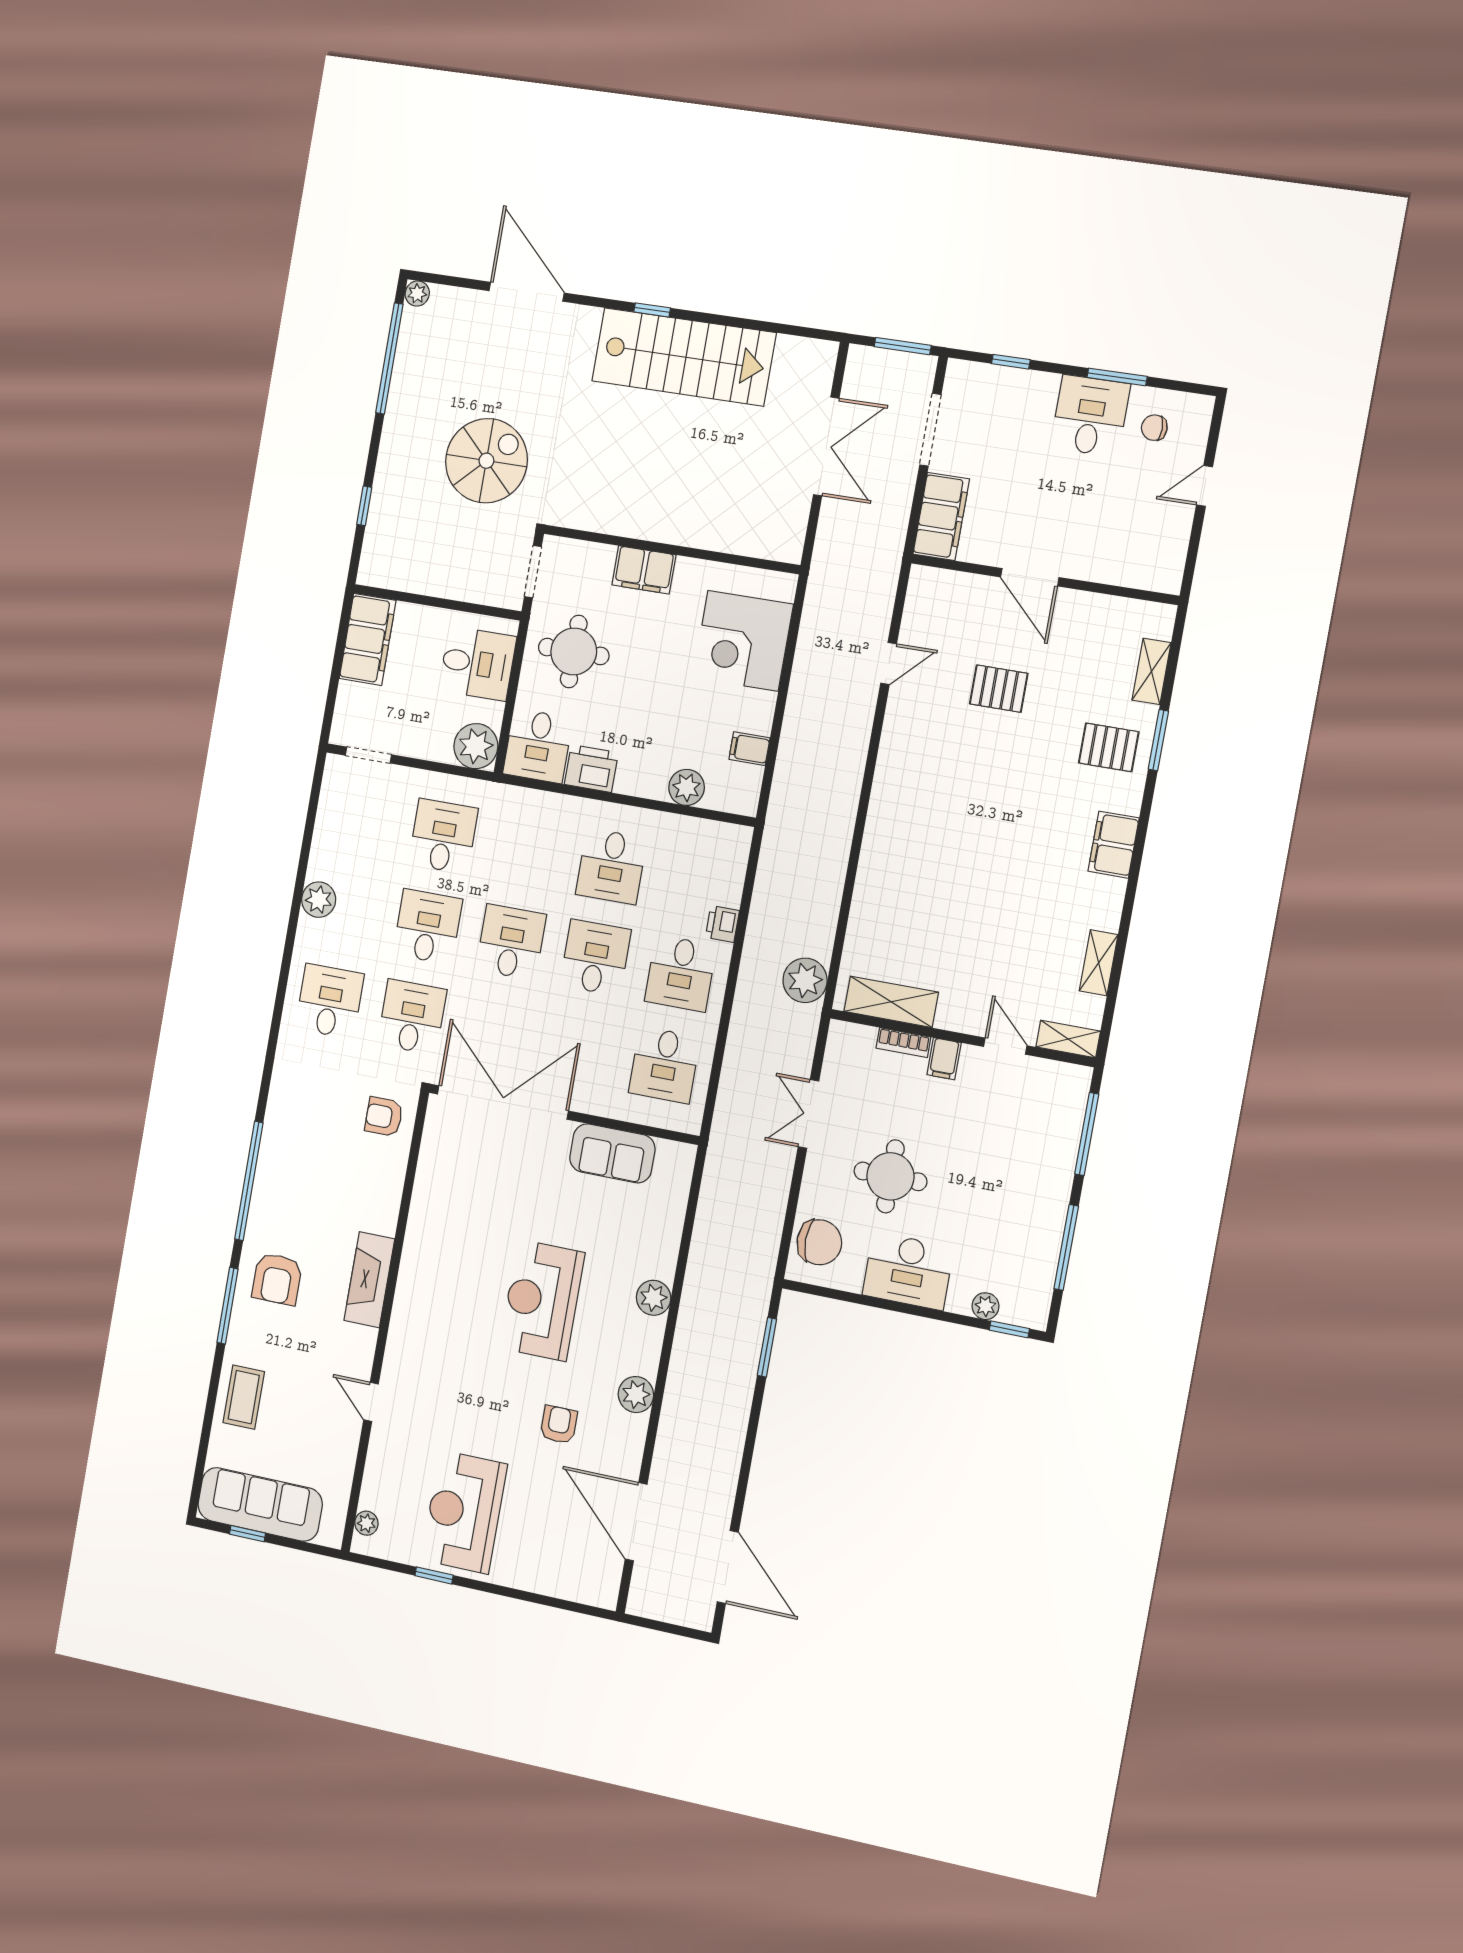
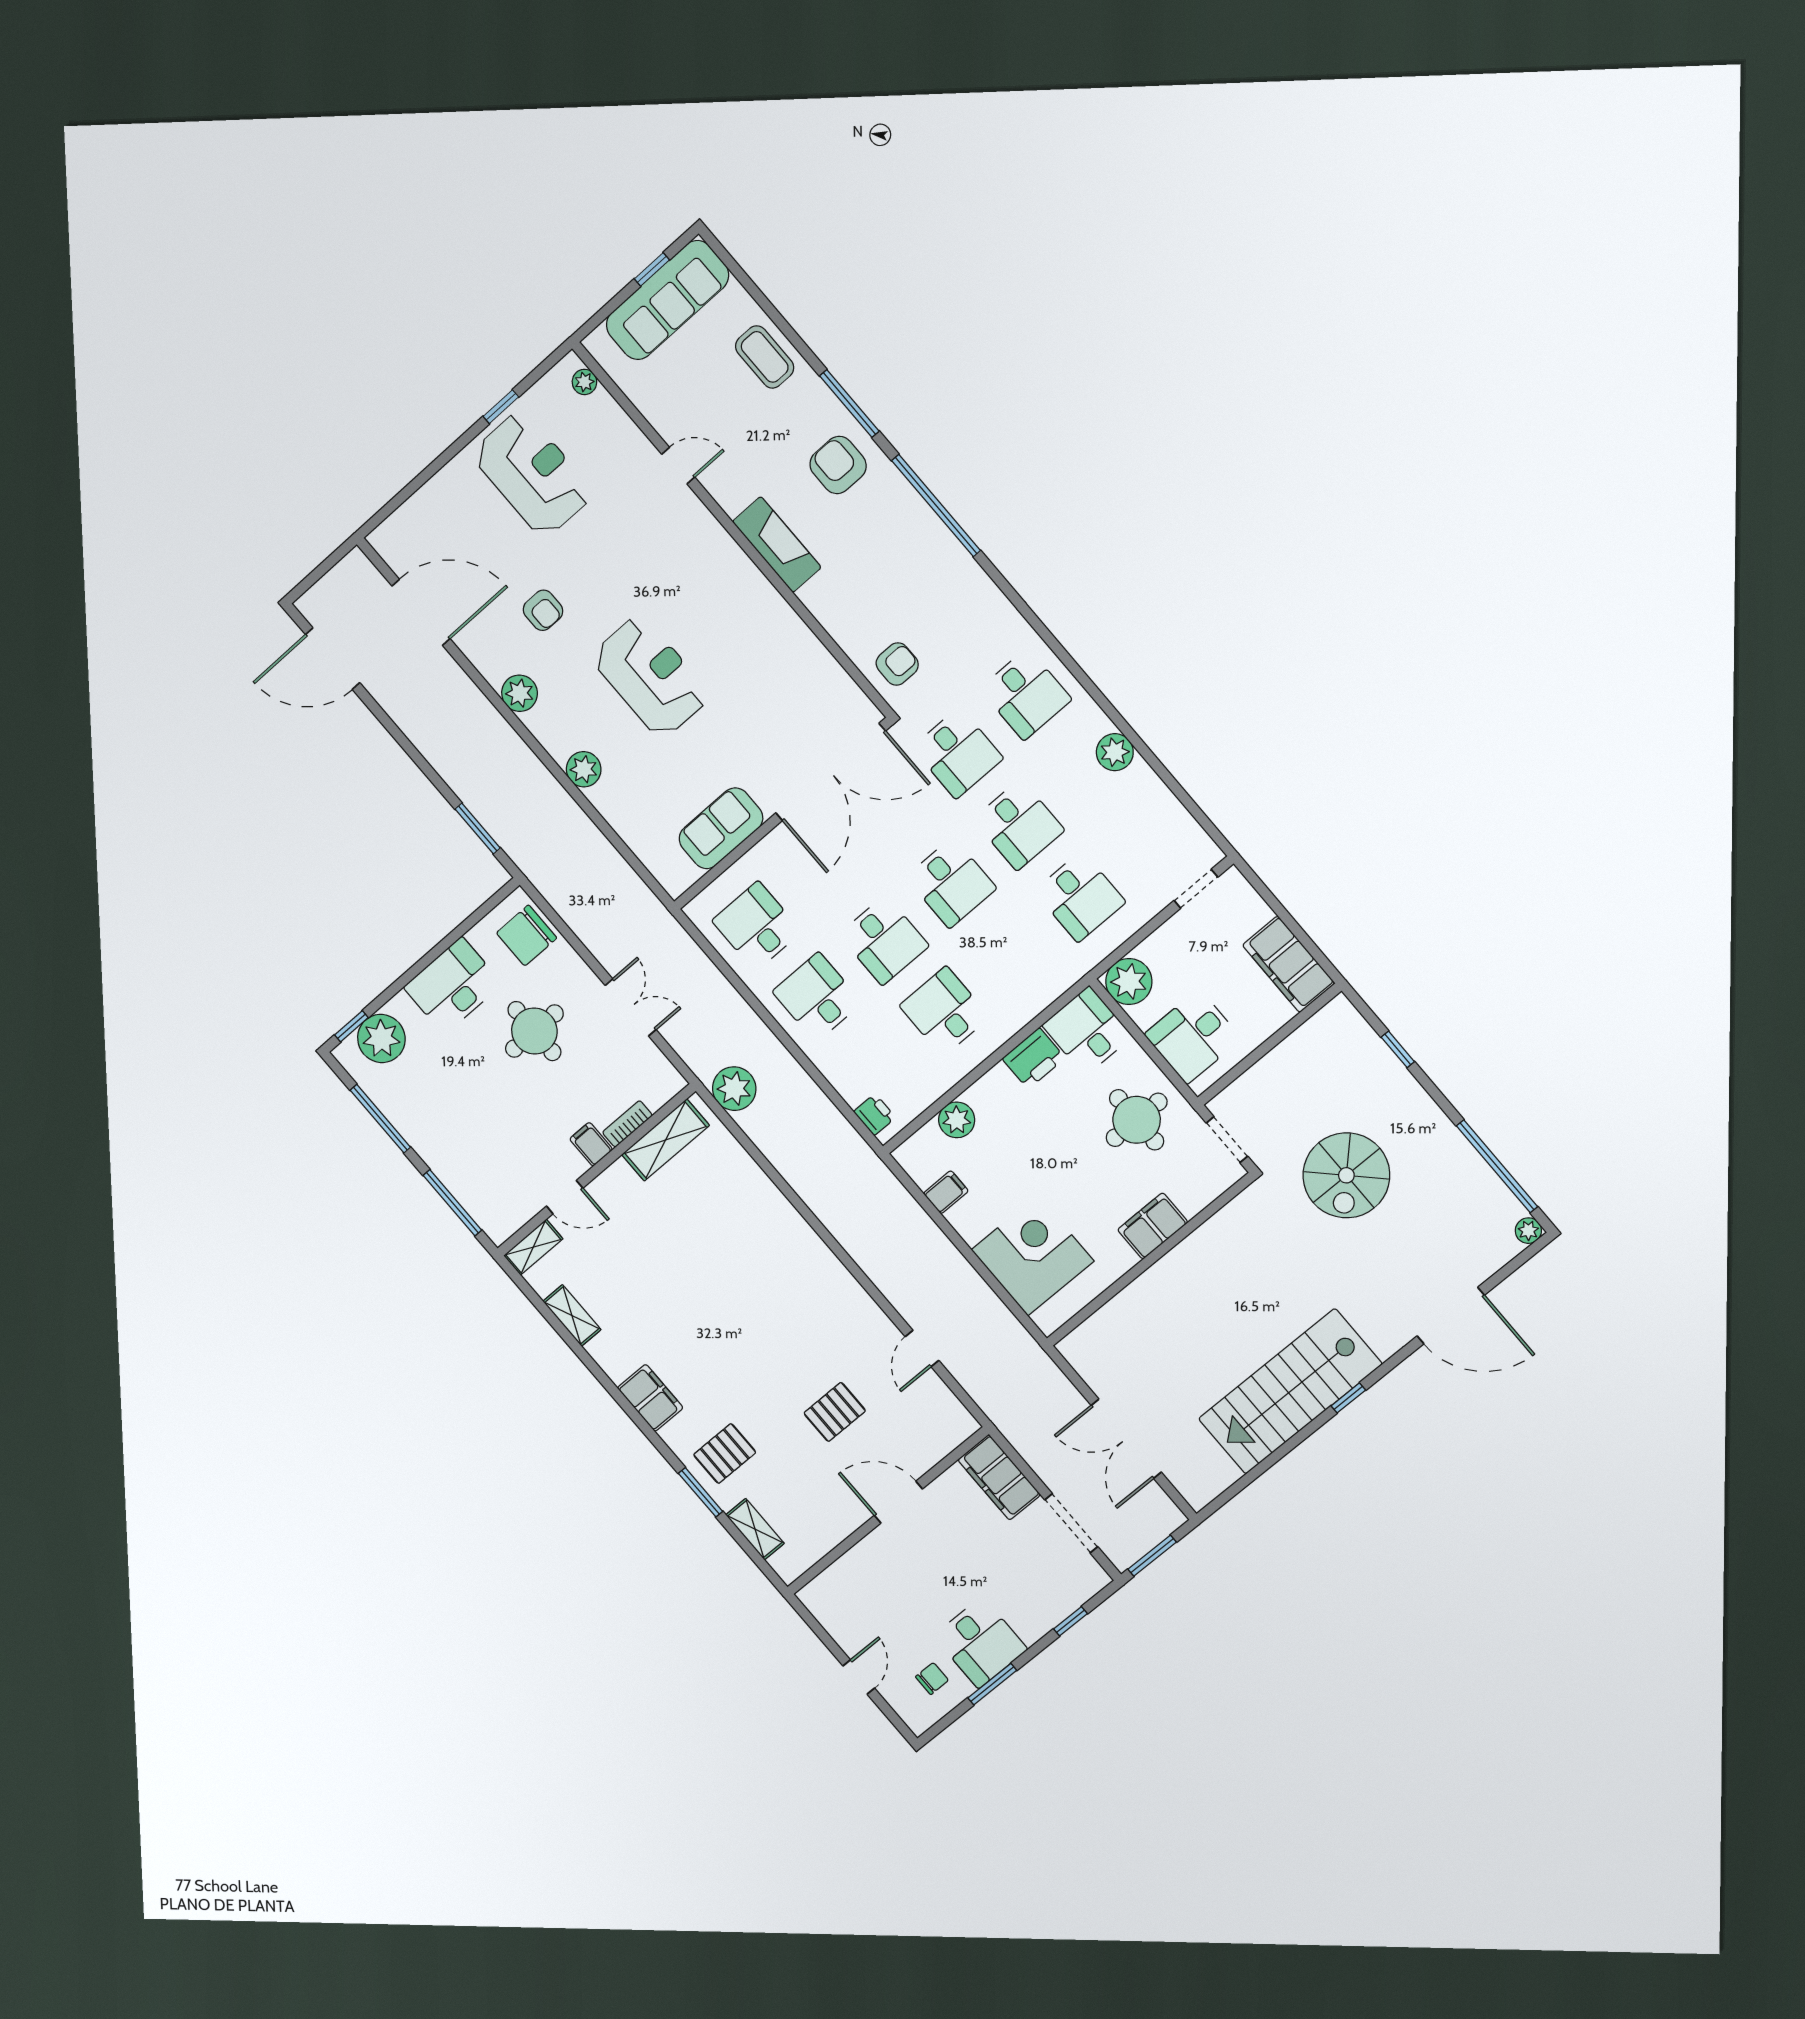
printer: (722, 924) -> (875, 1115), moved
plant: (986, 1306) -> (381, 1039), width x1.87, depth x1.87

